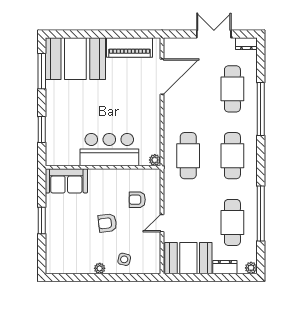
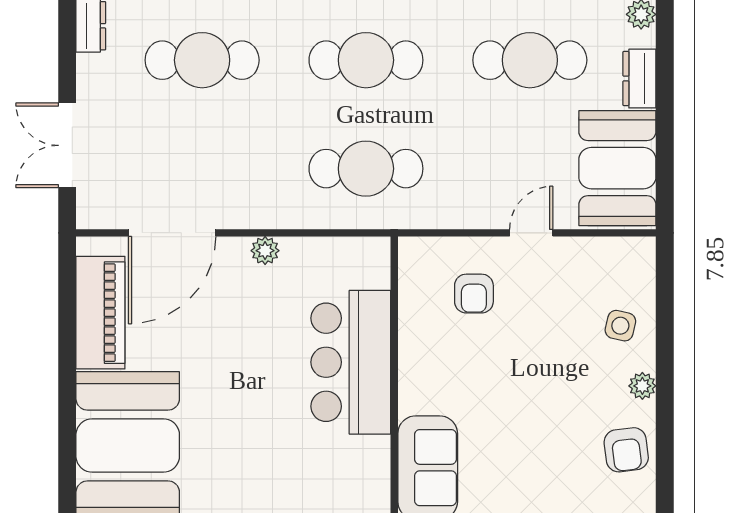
double door: (214, 34) -> (67, 145), moved
door: (162, 77) -> (172, 233), swing flipped
plant: (155, 160) -> (265, 251), moved
armchair: (107, 223) -> (626, 450), moved
door: (162, 223) -> (531, 233), swing flipped

